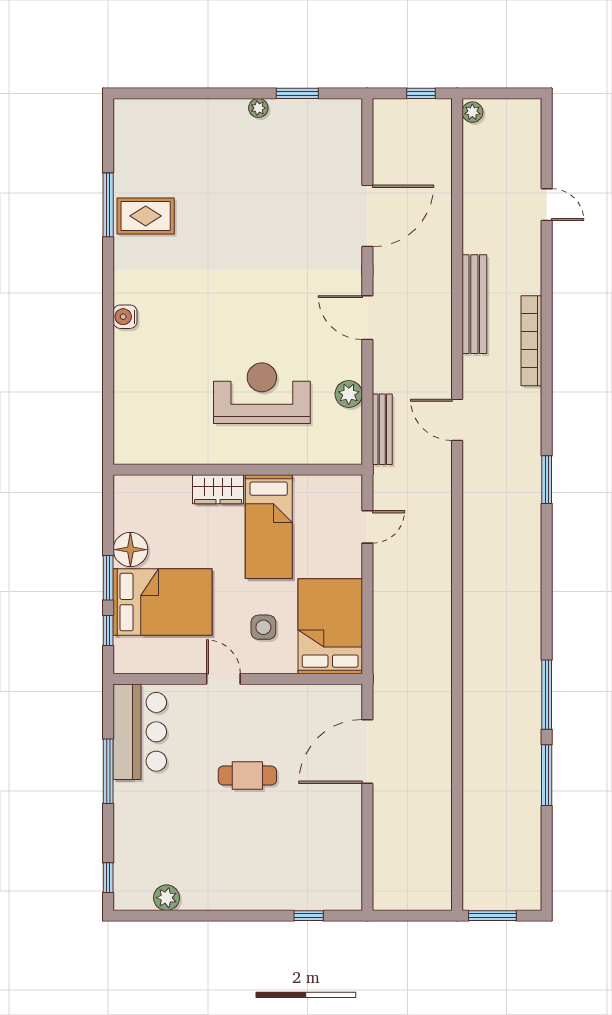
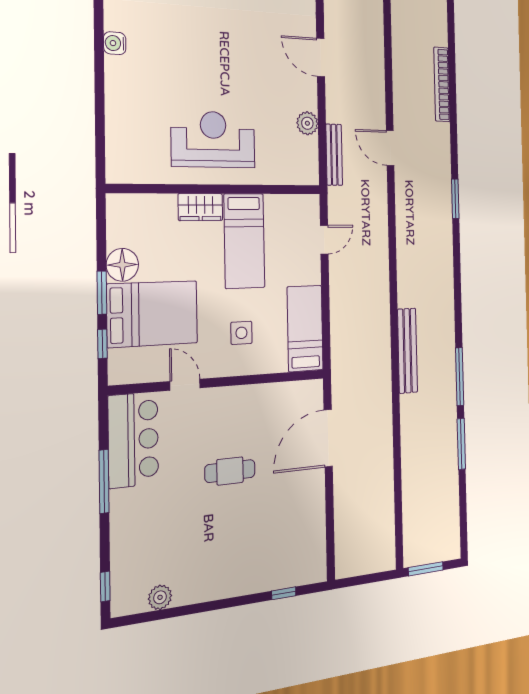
bench: (474, 304) -> (407, 351), moved
reception desk: (262, 393) -> (213, 139), moved
bed: (330, 626) -> (305, 328), width x0.67
door: (223, 679) -> (185, 385), moved

